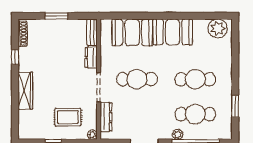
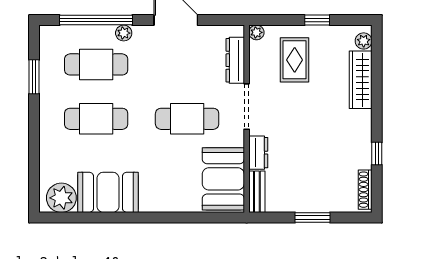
booth: (132, 32) -> (223, 179), moved, turned 90
booth: (173, 32) -> (108, 192), moved
wardrobe: (25, 91) -> (361, 80), moved
rug: (68, 117) -> (295, 60), turned 90
plant: (24, 129) -> (364, 41), added

